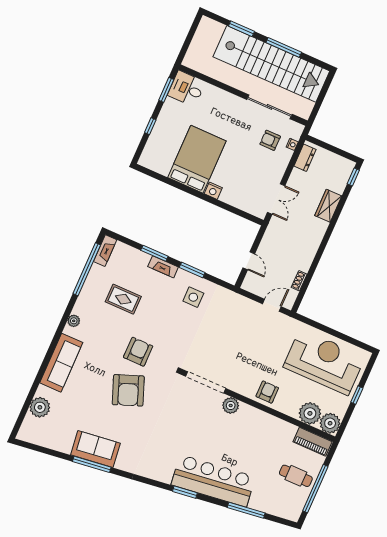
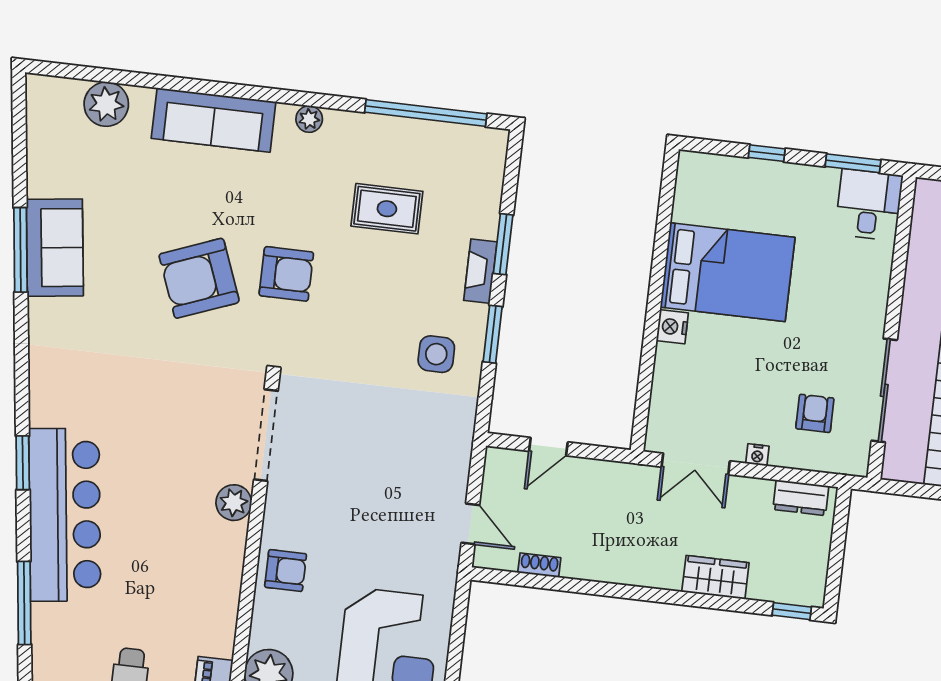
nightstand: (292, 144) -> (757, 455), moved
fireplace: (105, 251) -> (477, 139), removed
rug: (123, 299) -> (387, 209), turned 90

